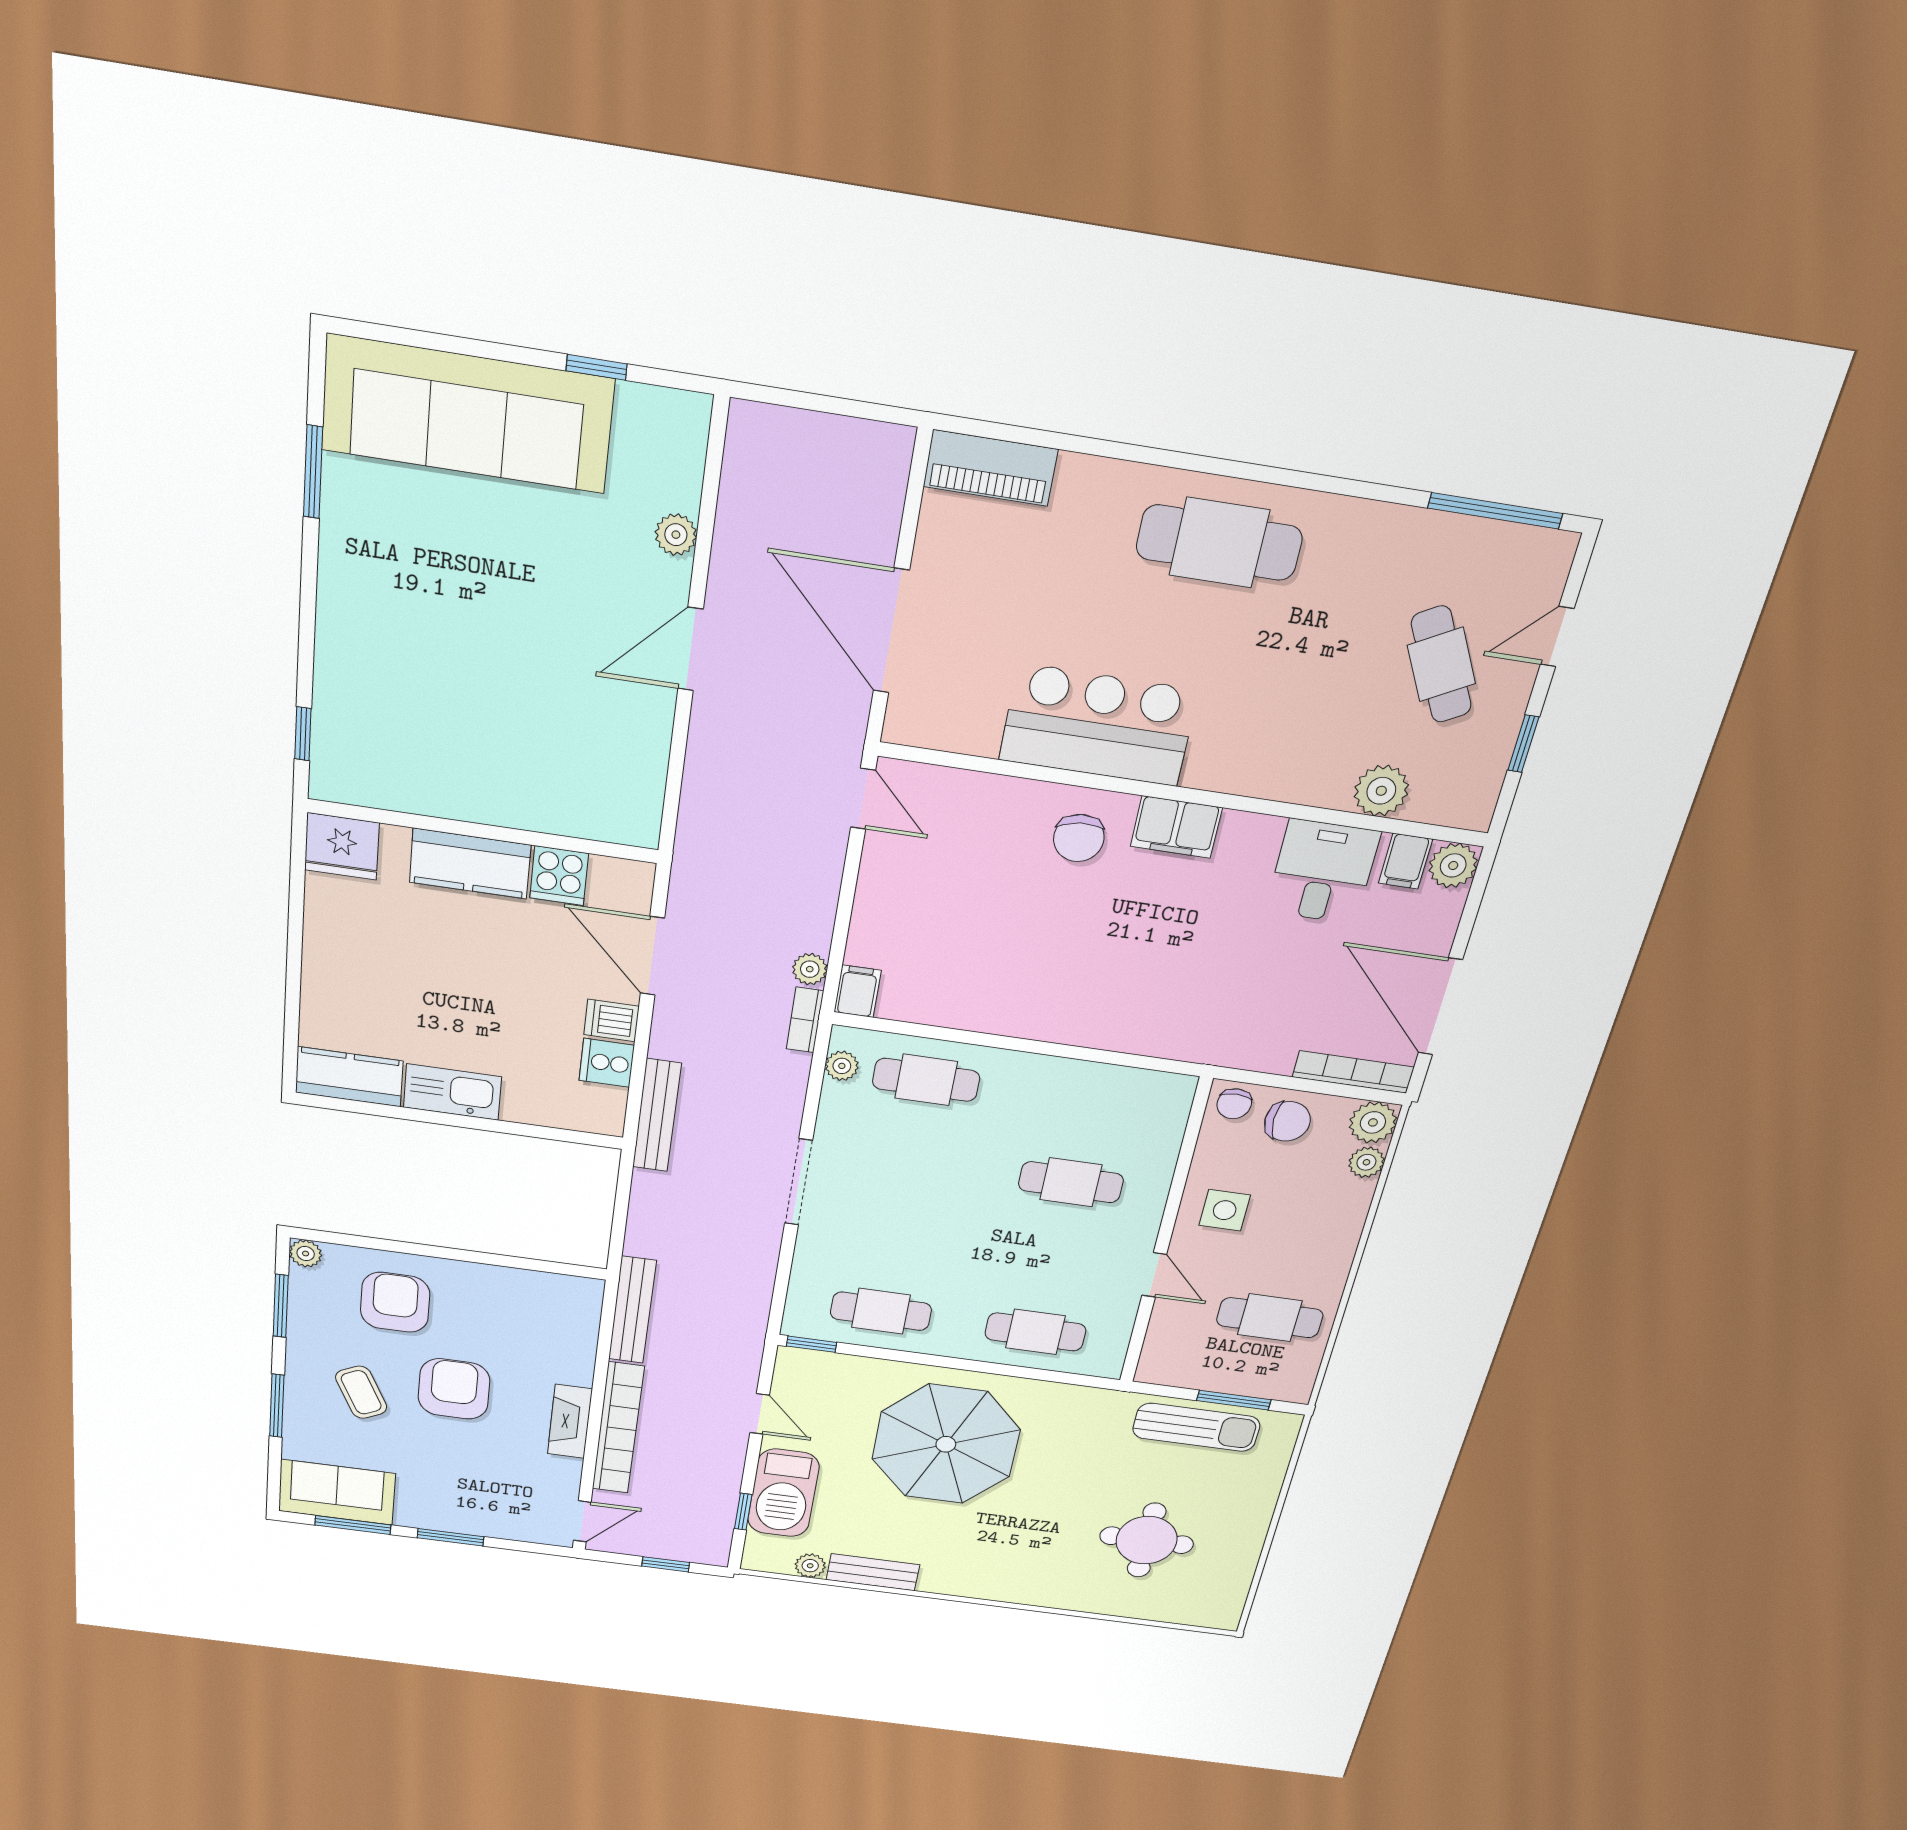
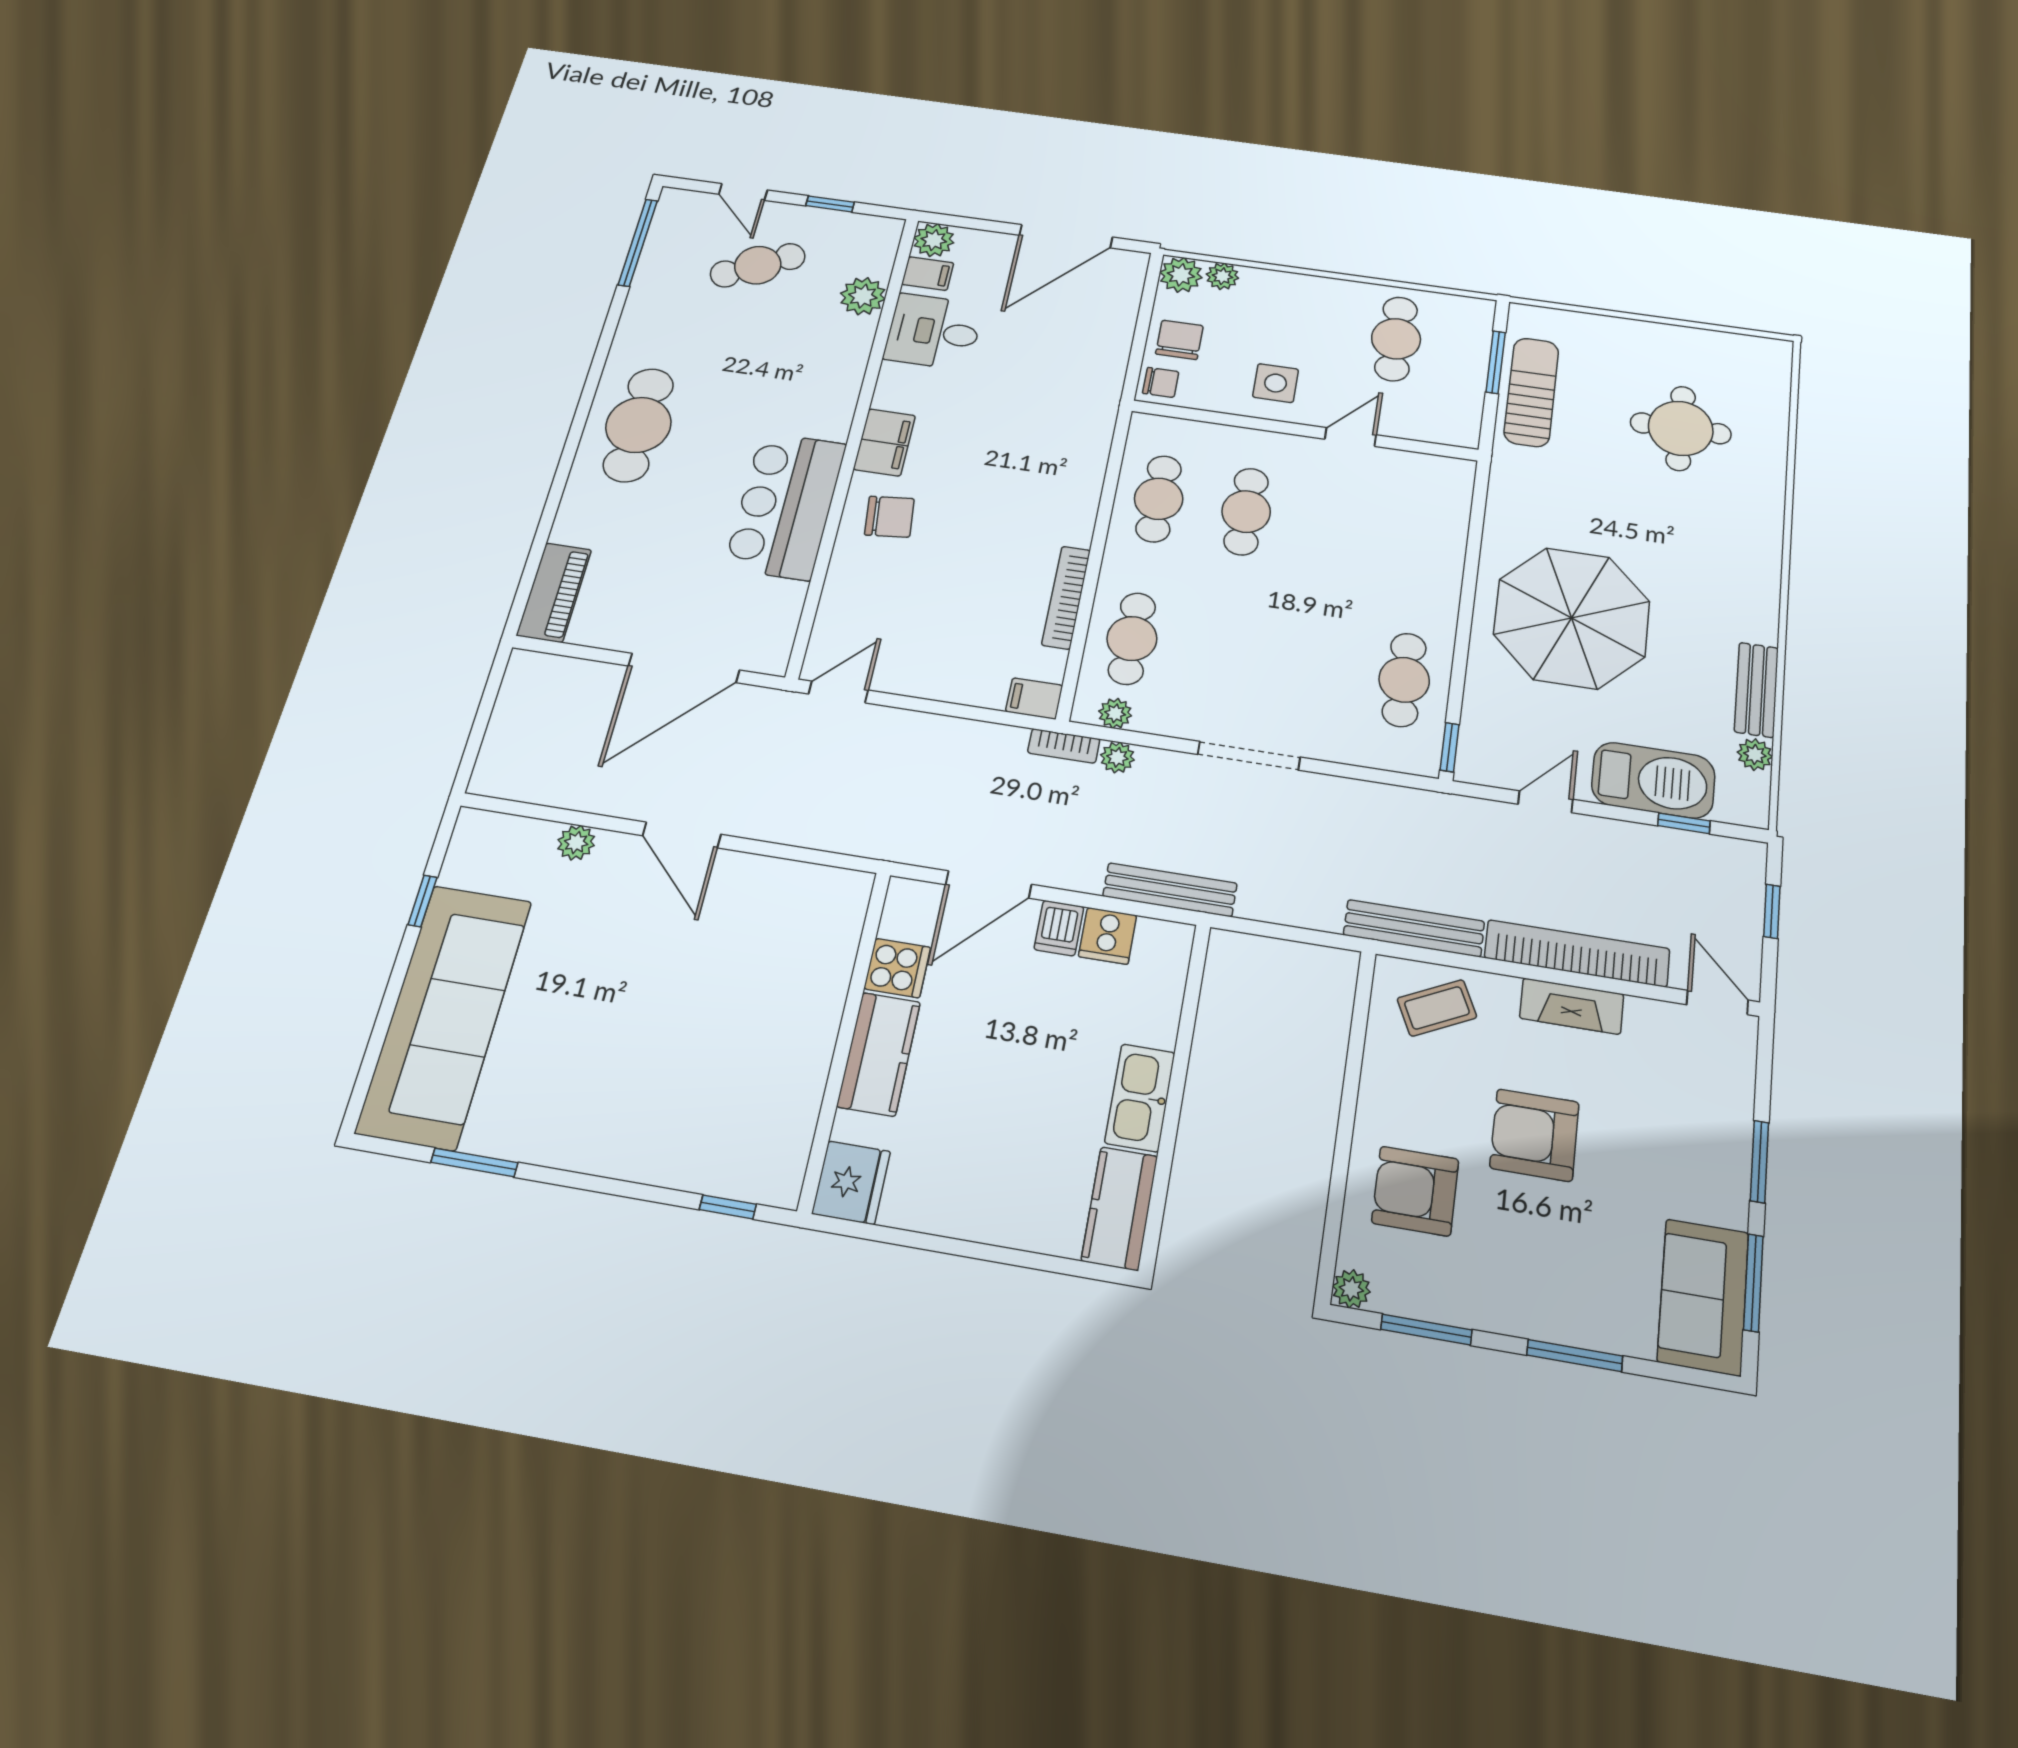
plant: (810, 969) -> (1117, 757), moved
bookcase: (1353, 1072) -> (1066, 597), moved
cafe table: (1035, 1332) -> (1159, 499), moved
coffee table: (361, 1392) -> (1437, 1008), moved

